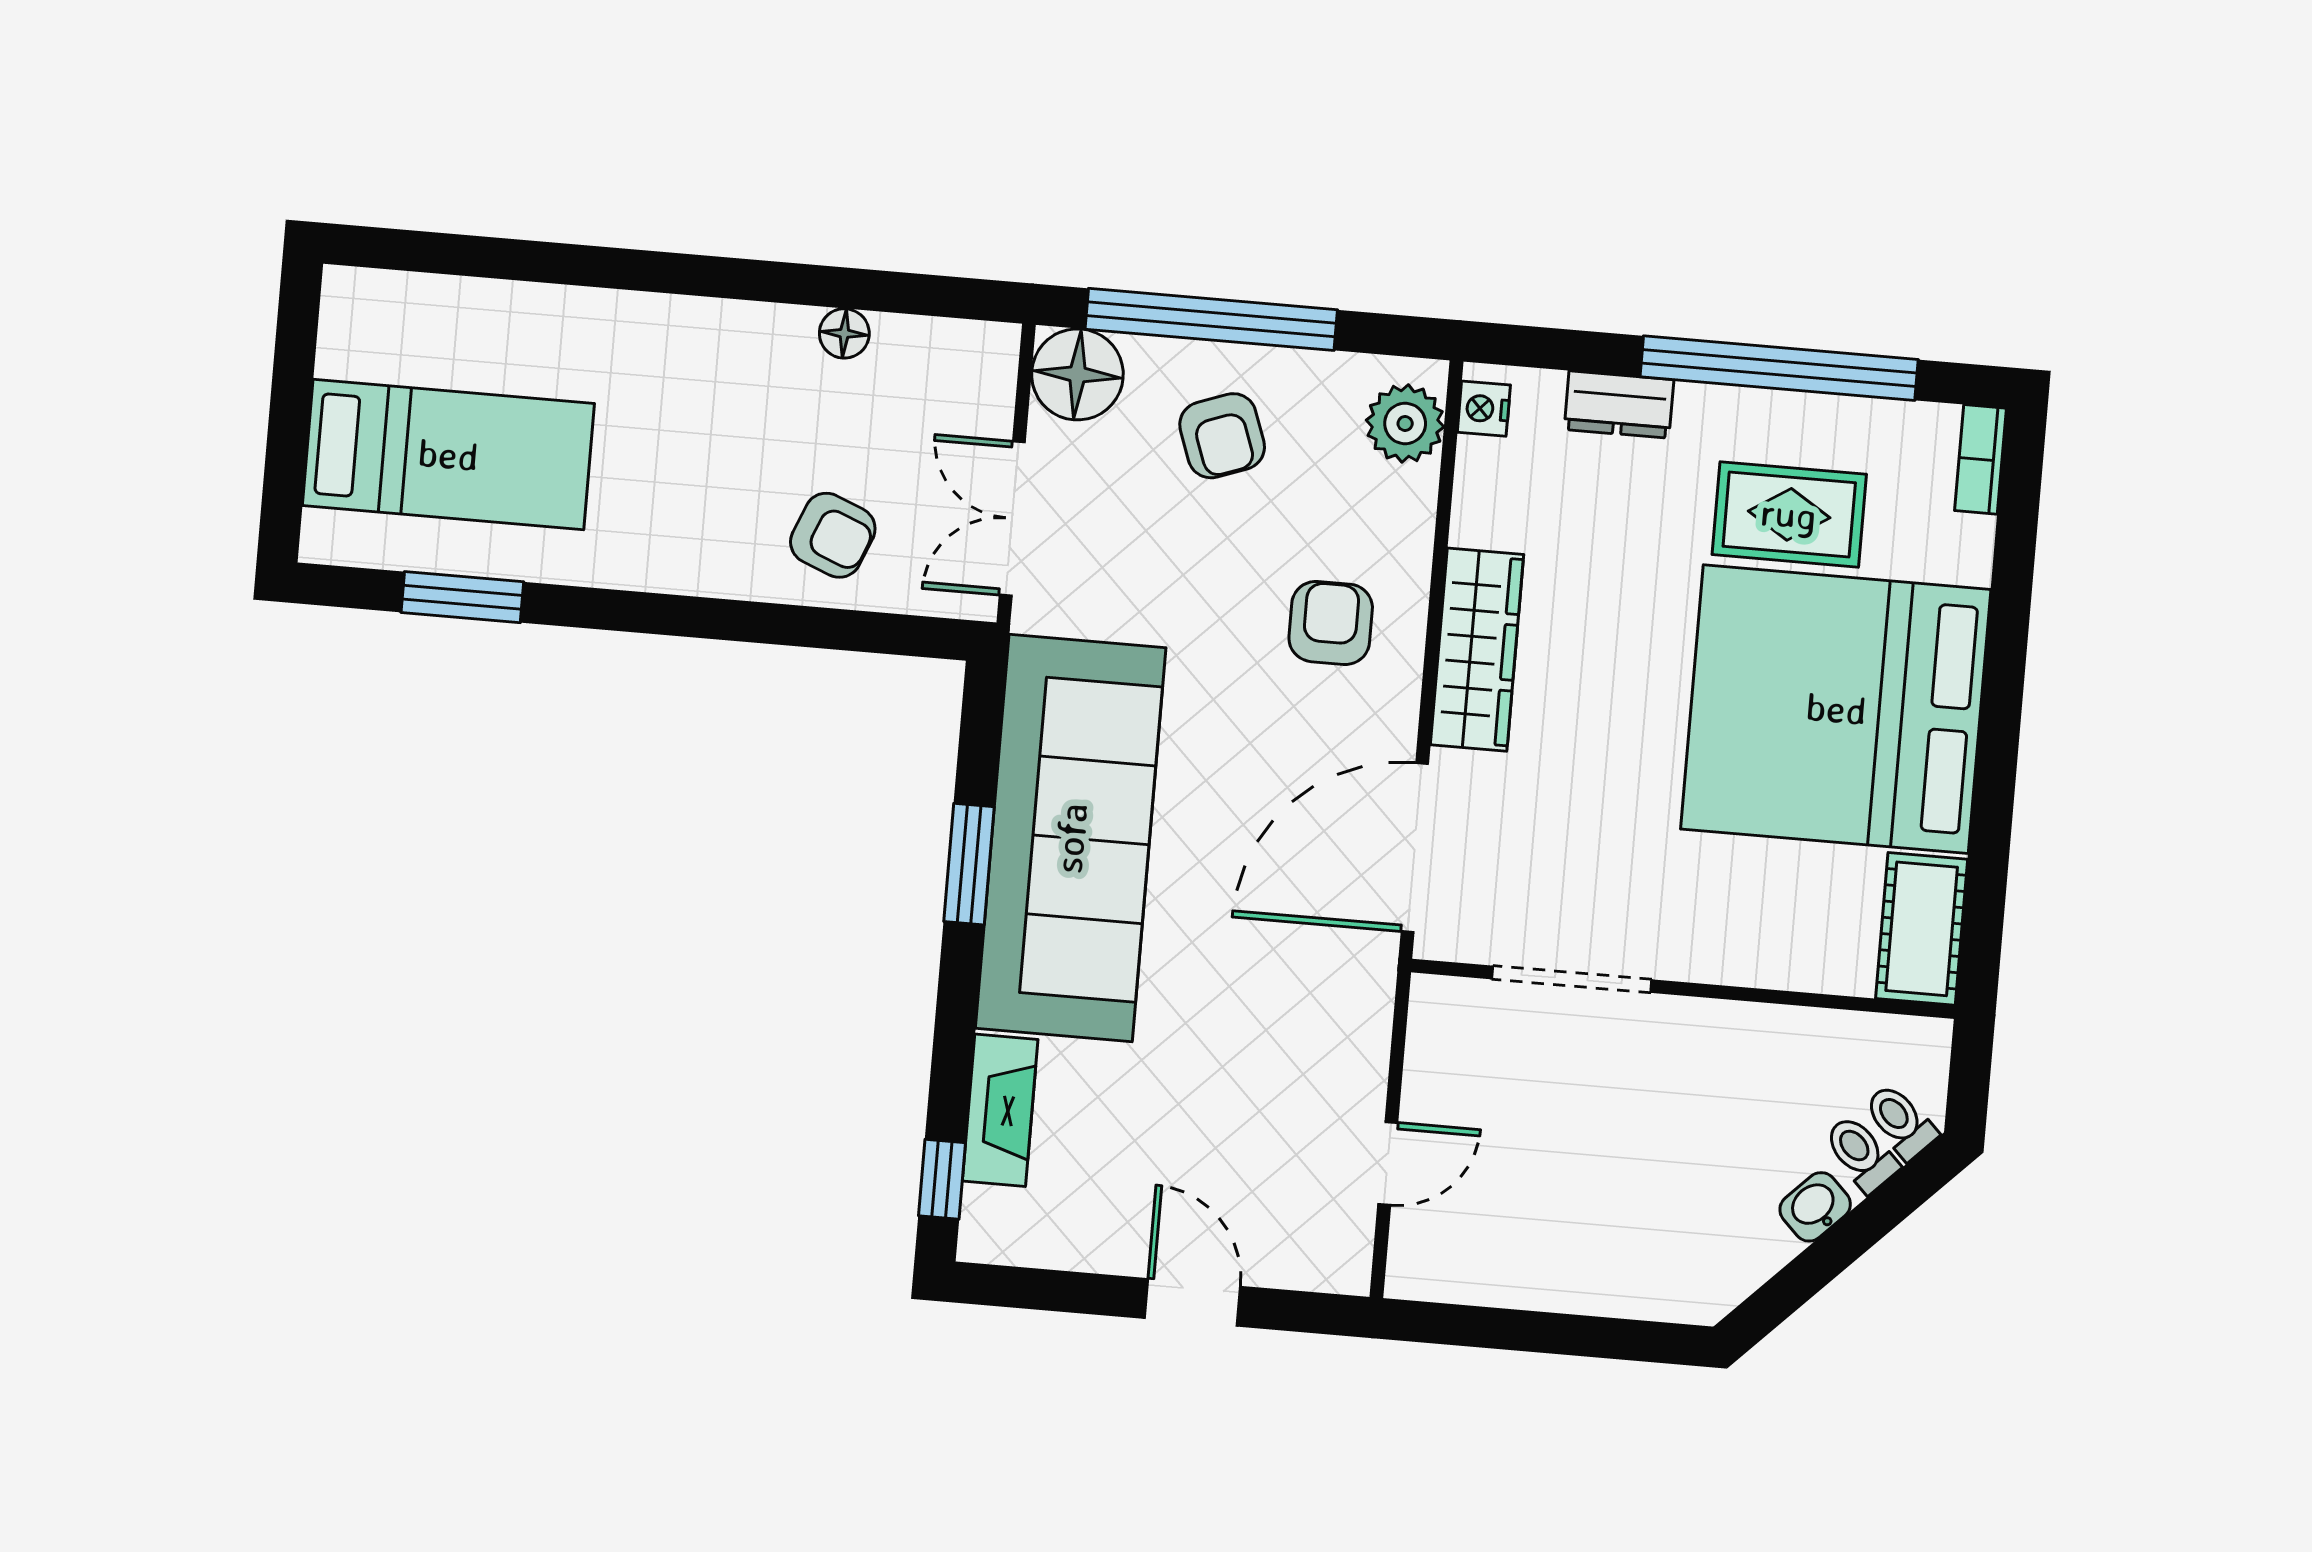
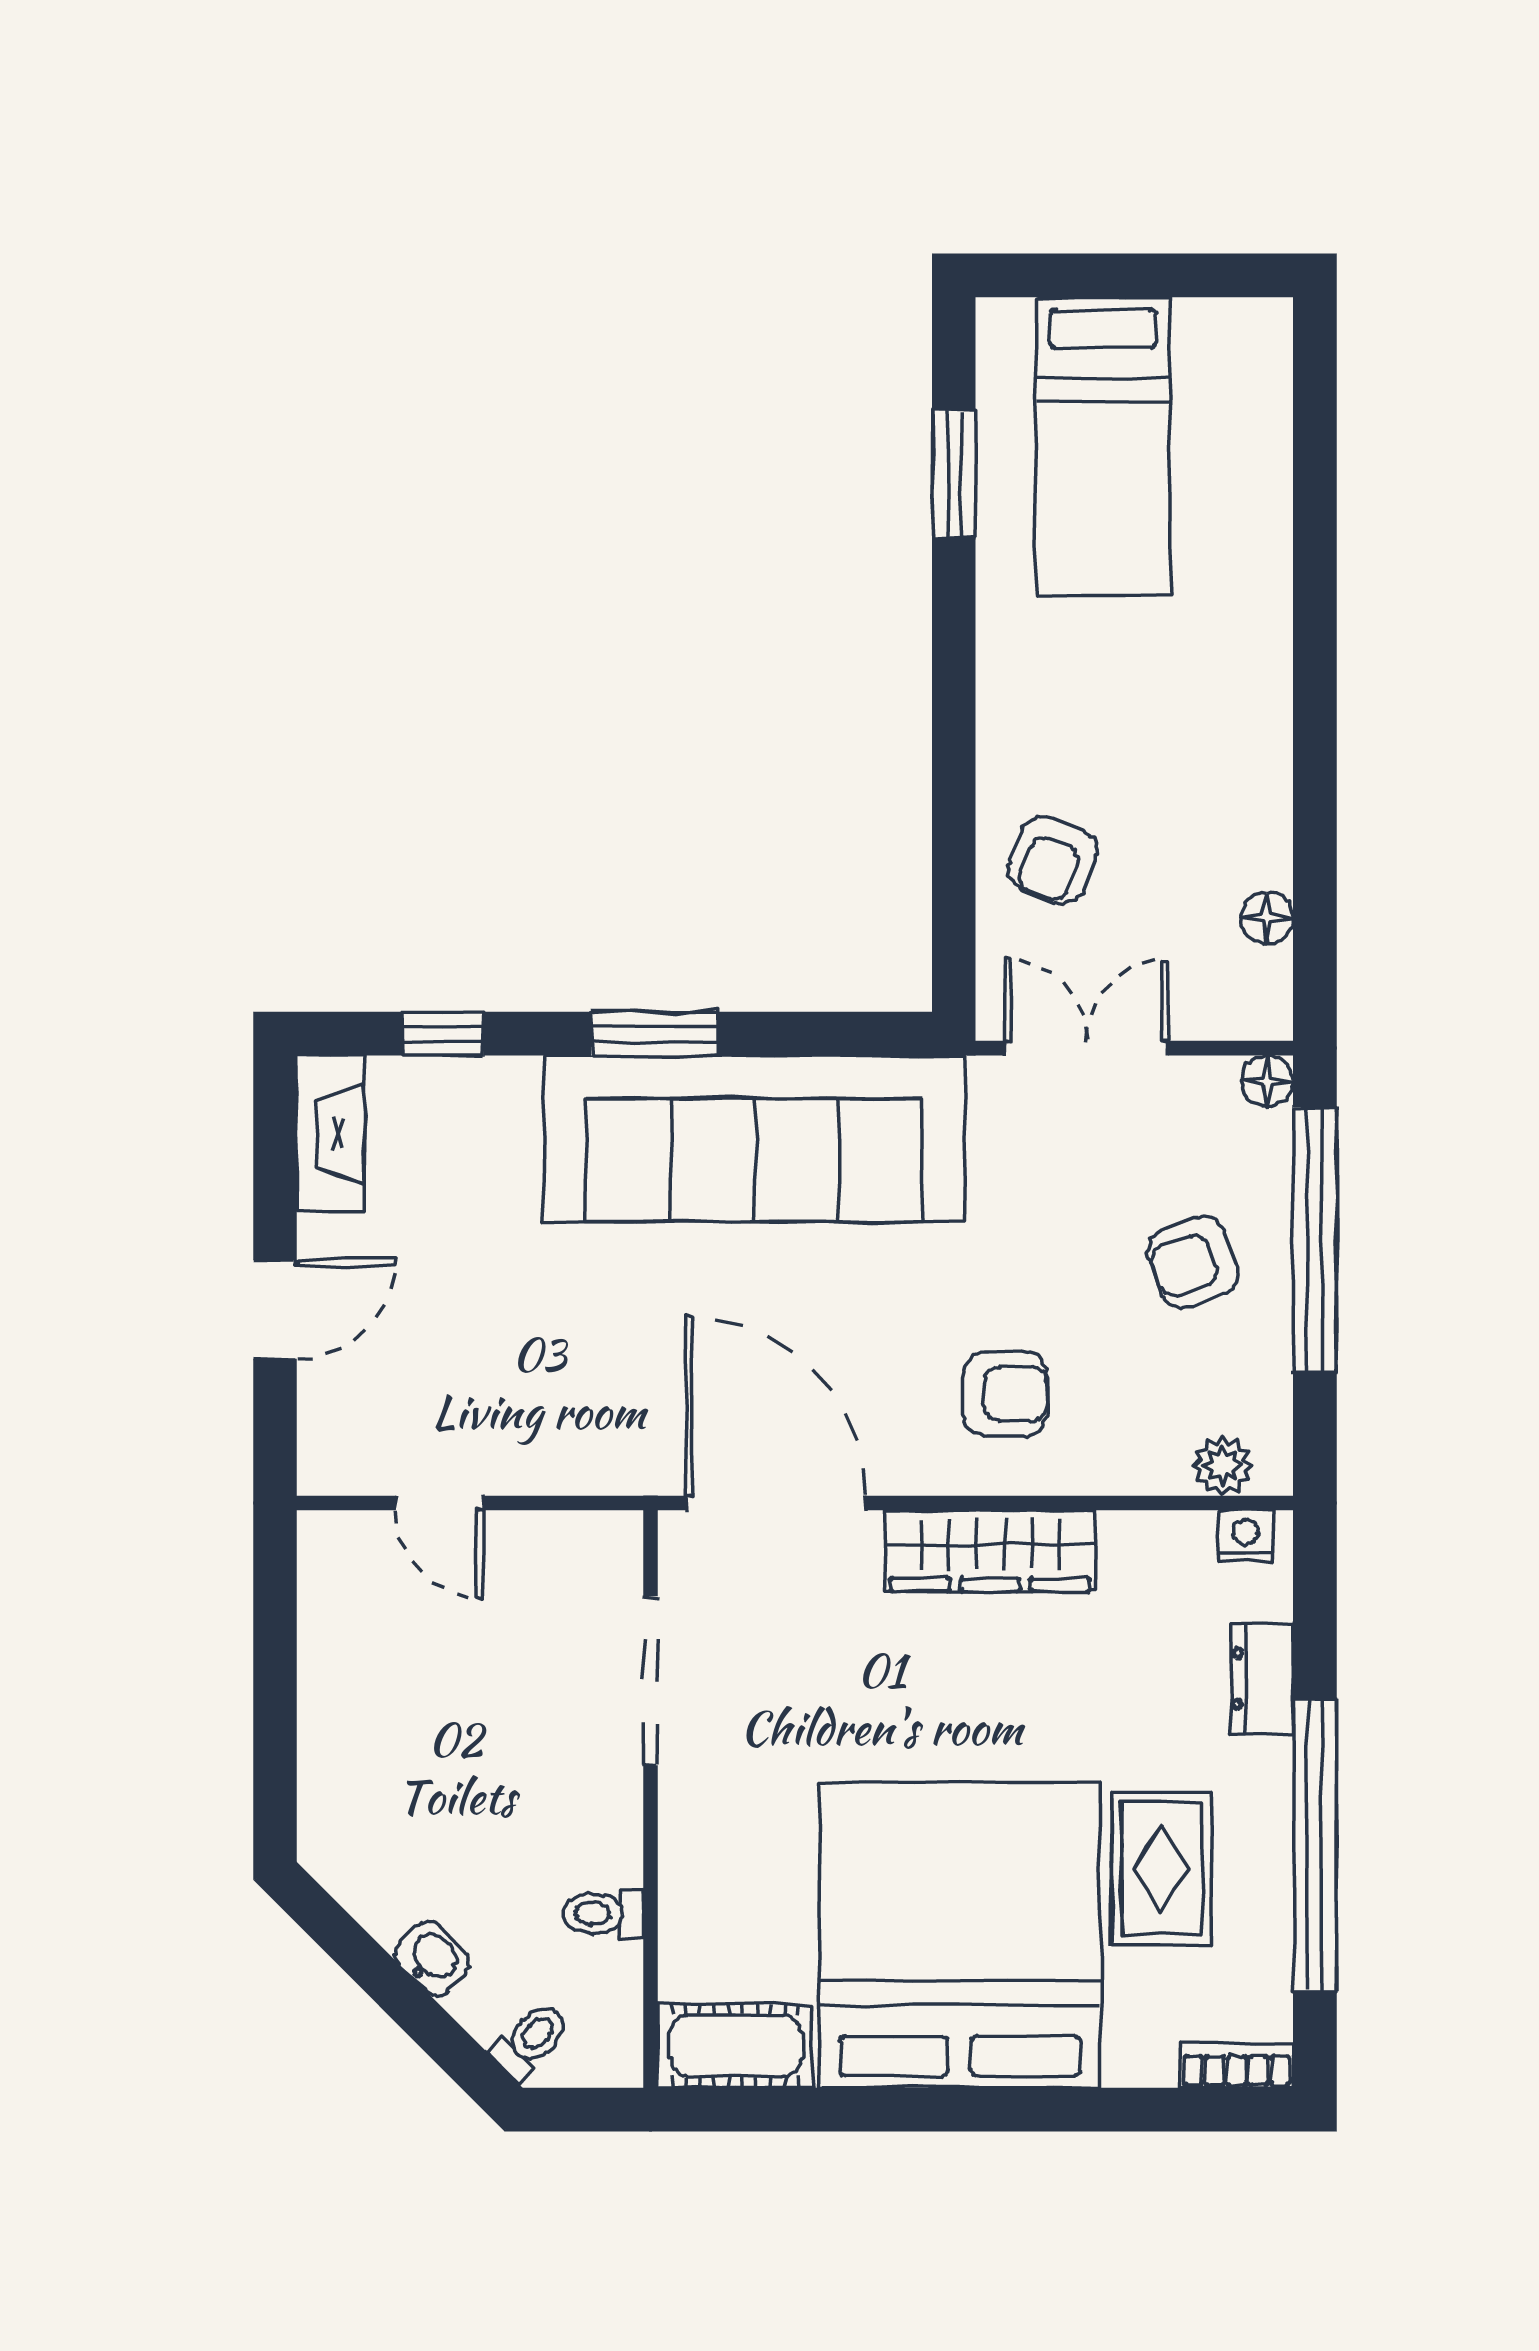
floor lamp: (844, 333) -> (1267, 918), moved
floor lamp: (1077, 374) -> (1268, 1081), width x0.53, depth x0.53
plant: (1405, 423) -> (1223, 1466), width x0.73, depth x0.73
window: (969, 864) -> (654, 1034), moved
fireplace: (1000, 1110) -> (330, 1134), moved, turned -90
toilet: (1861, 1154) -> (604, 1913), moved, turned -135
window: (942, 1179) -> (443, 1034), moved

